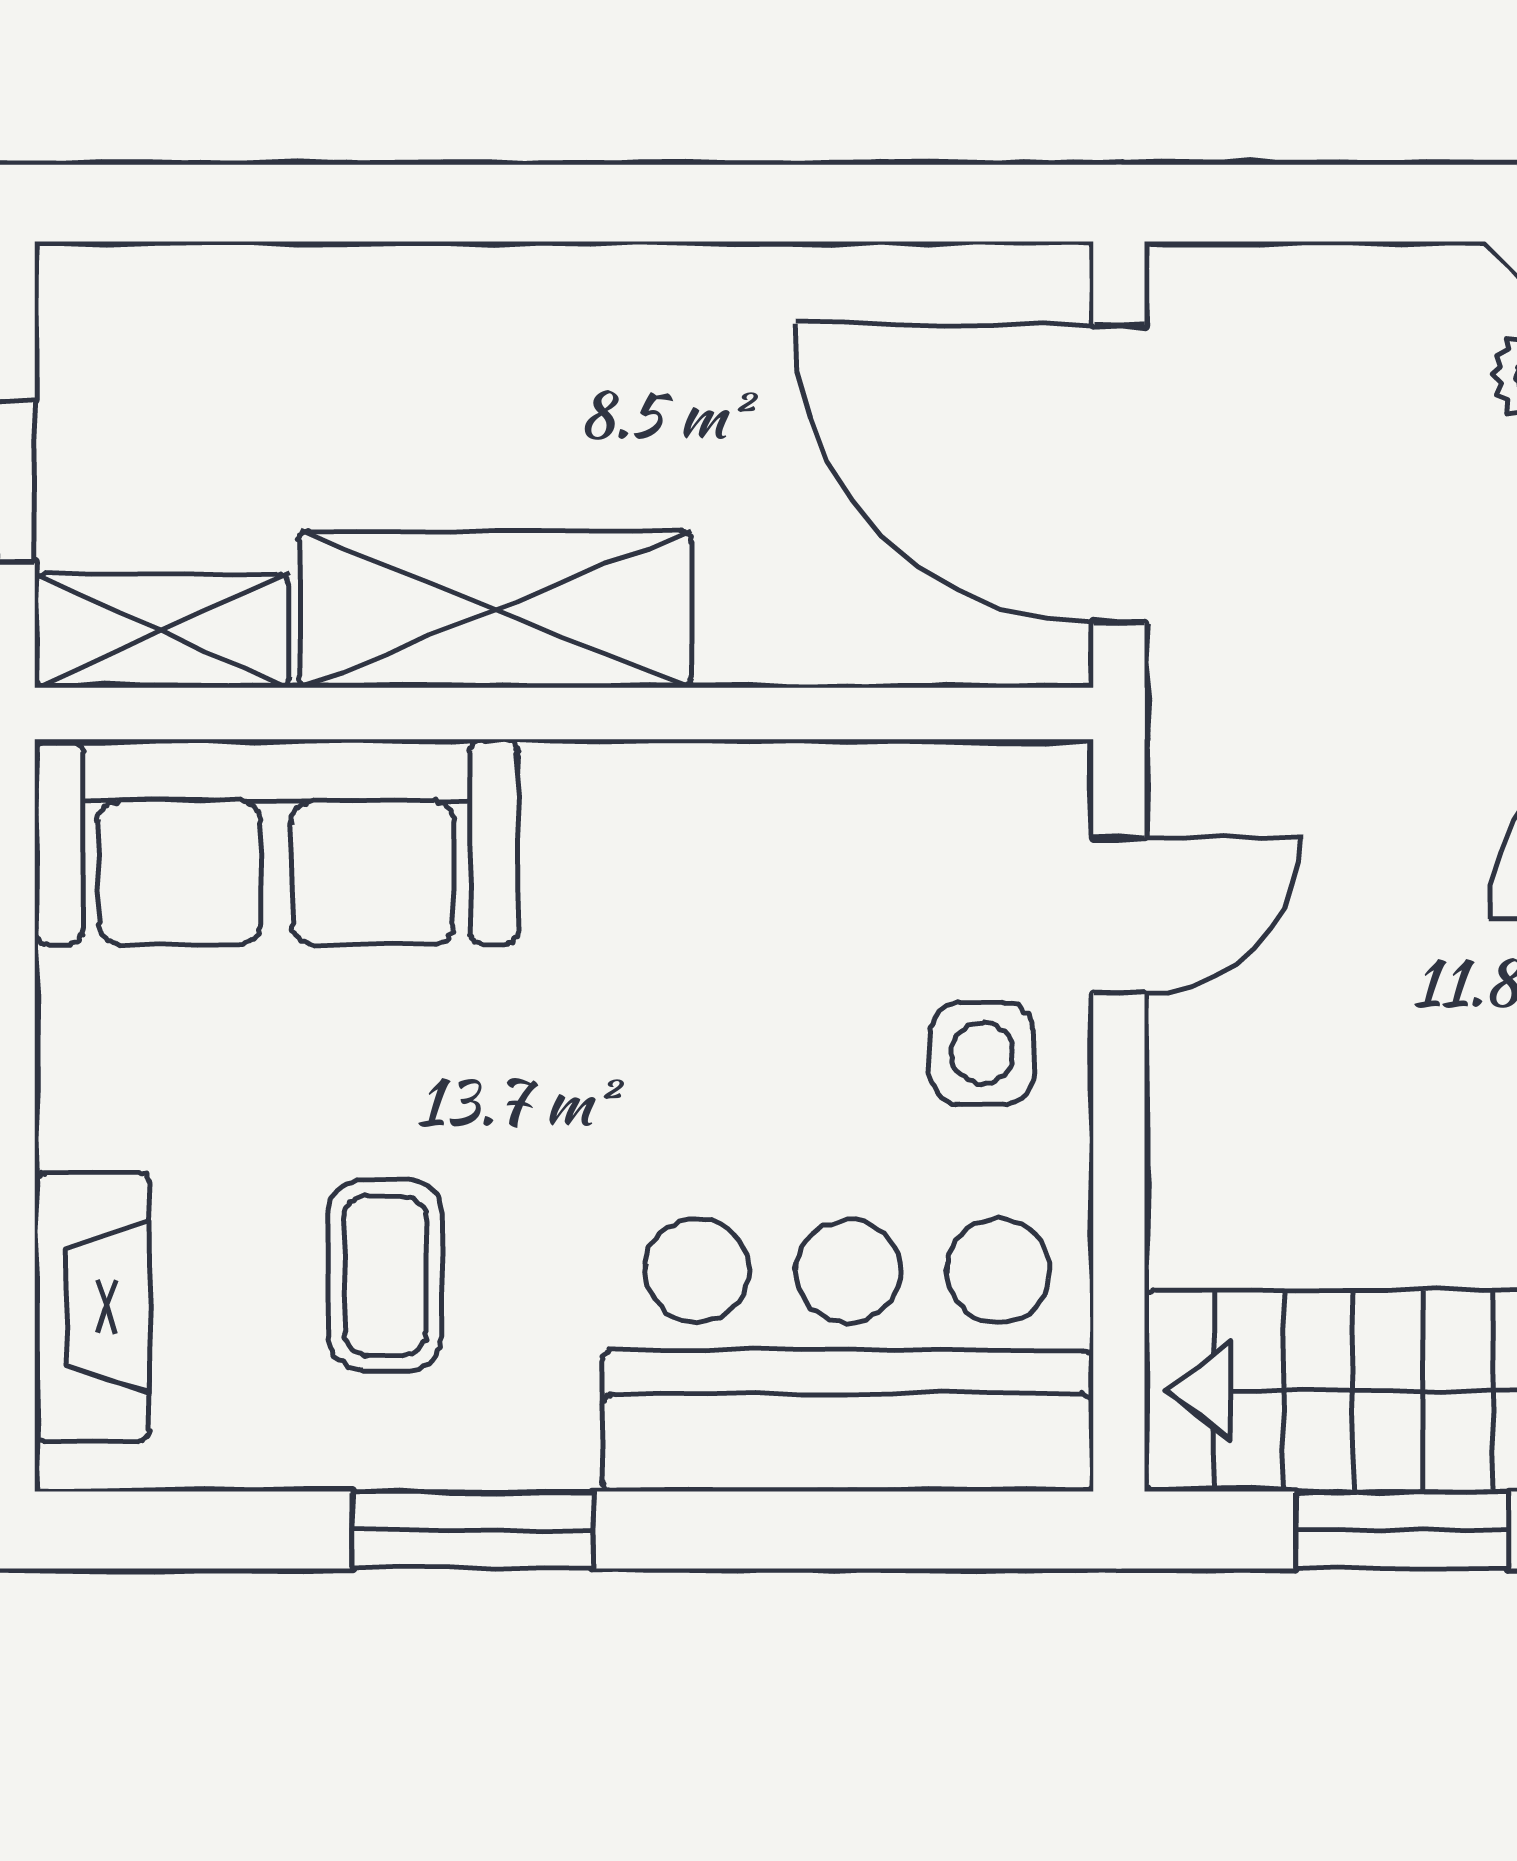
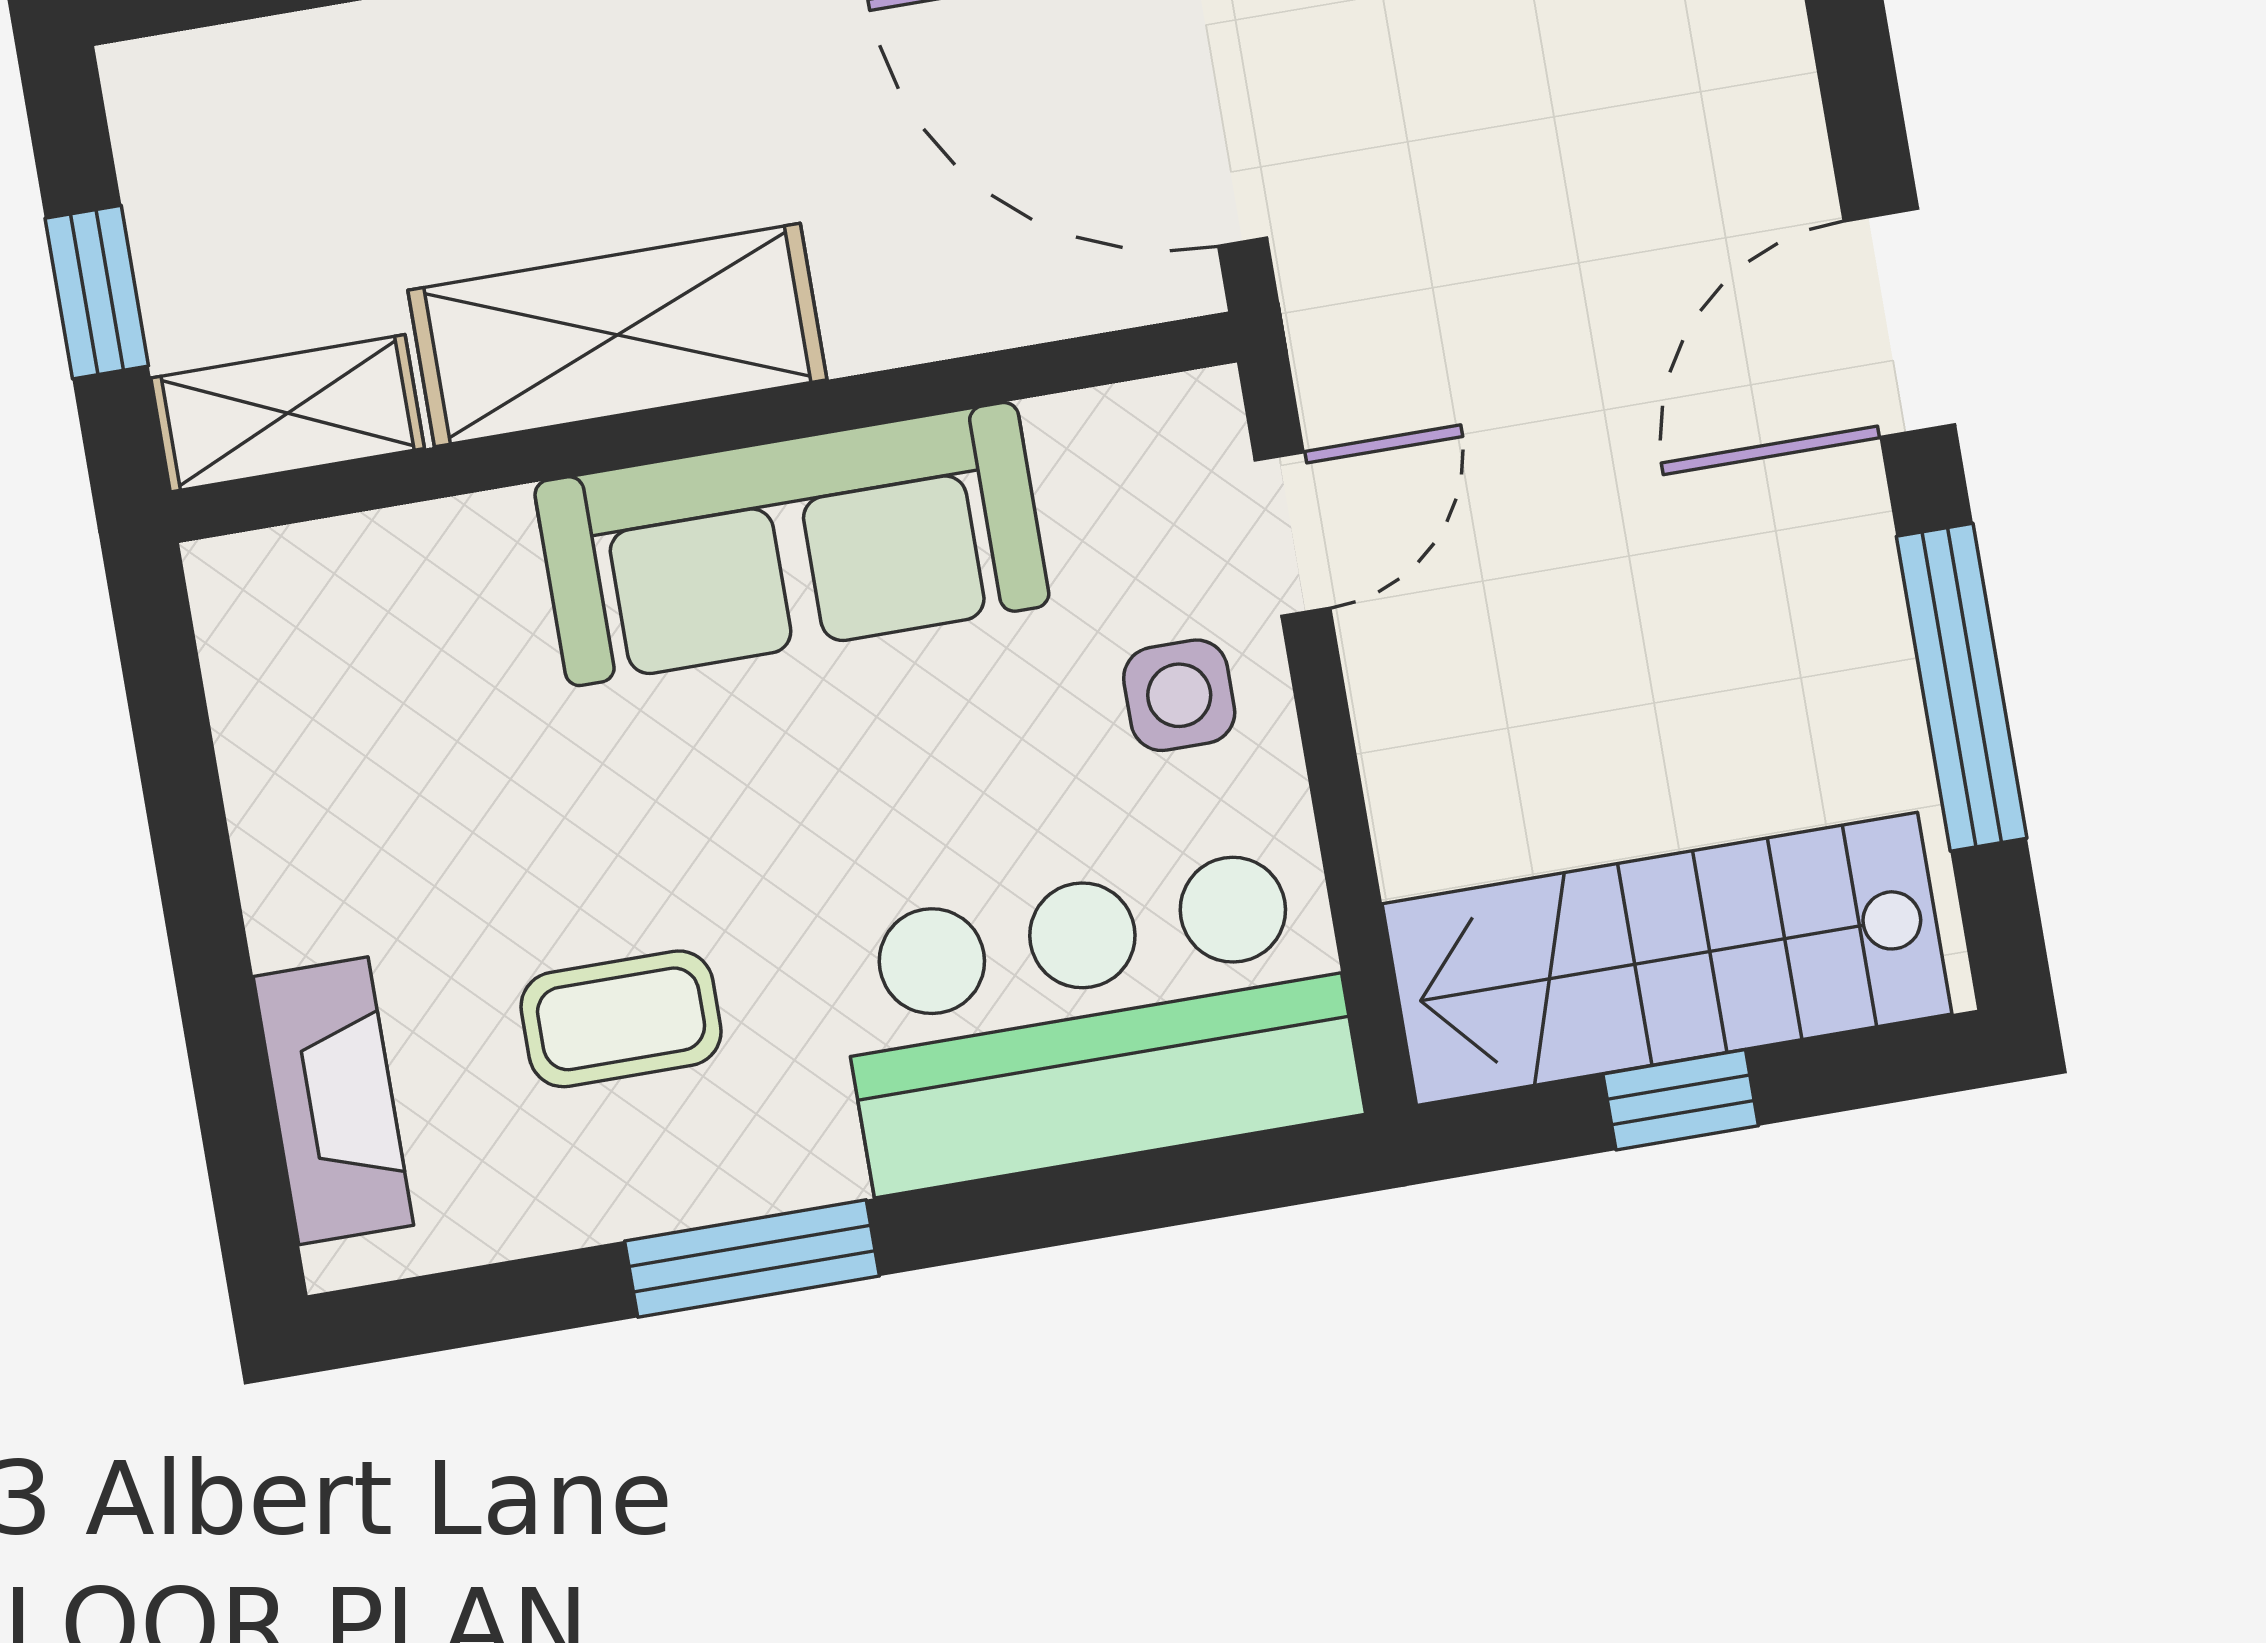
sofa: (276, 842) -> (792, 544), moved
coffee table: (385, 1275) -> (621, 1019), turned 90
window: (1402, 1530) -> (1681, 1100), width x0.67

